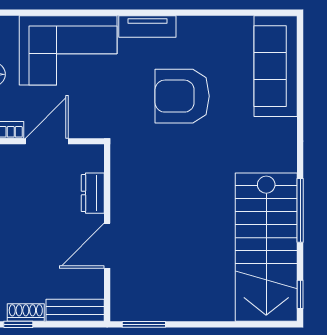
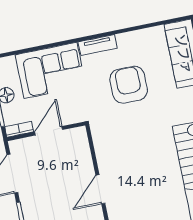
armchair: (182, 96) -> (129, 85), turned 90
dresser: (93, 193) -> (85, 158), removed

